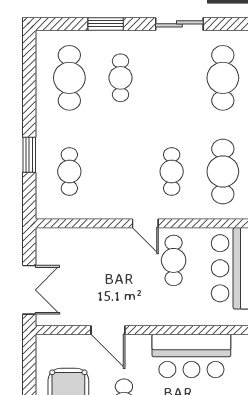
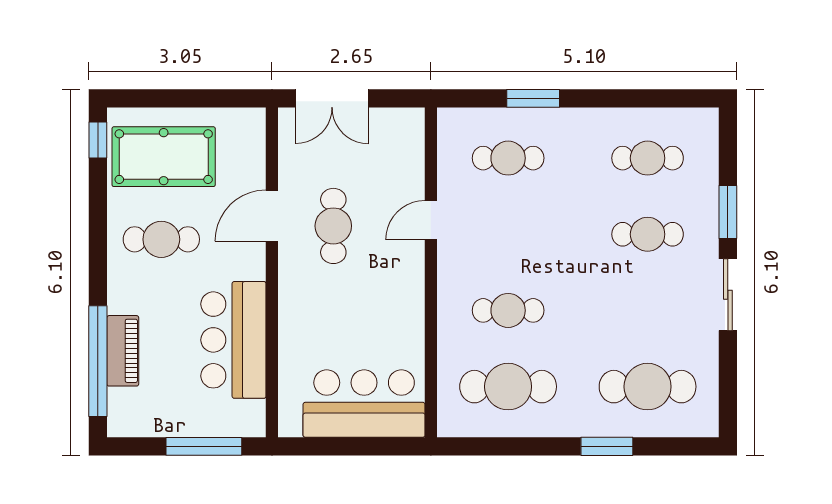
sliding door: (179, 24) -> (728, 295), moved
cafe table: (69, 78) -> (648, 158), width x0.73, depth x0.74
door: (145, 223) -> (431, 220), moved
cafe table: (174, 260) -> (333, 226), moved, turned 90

